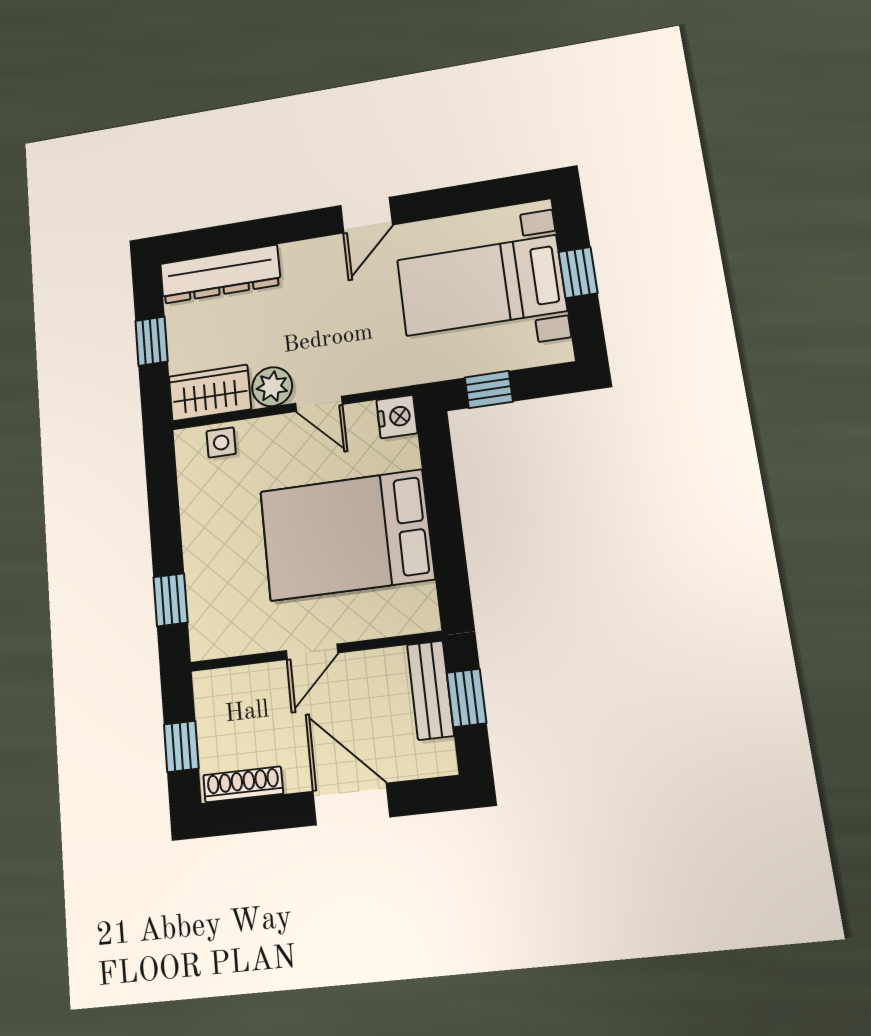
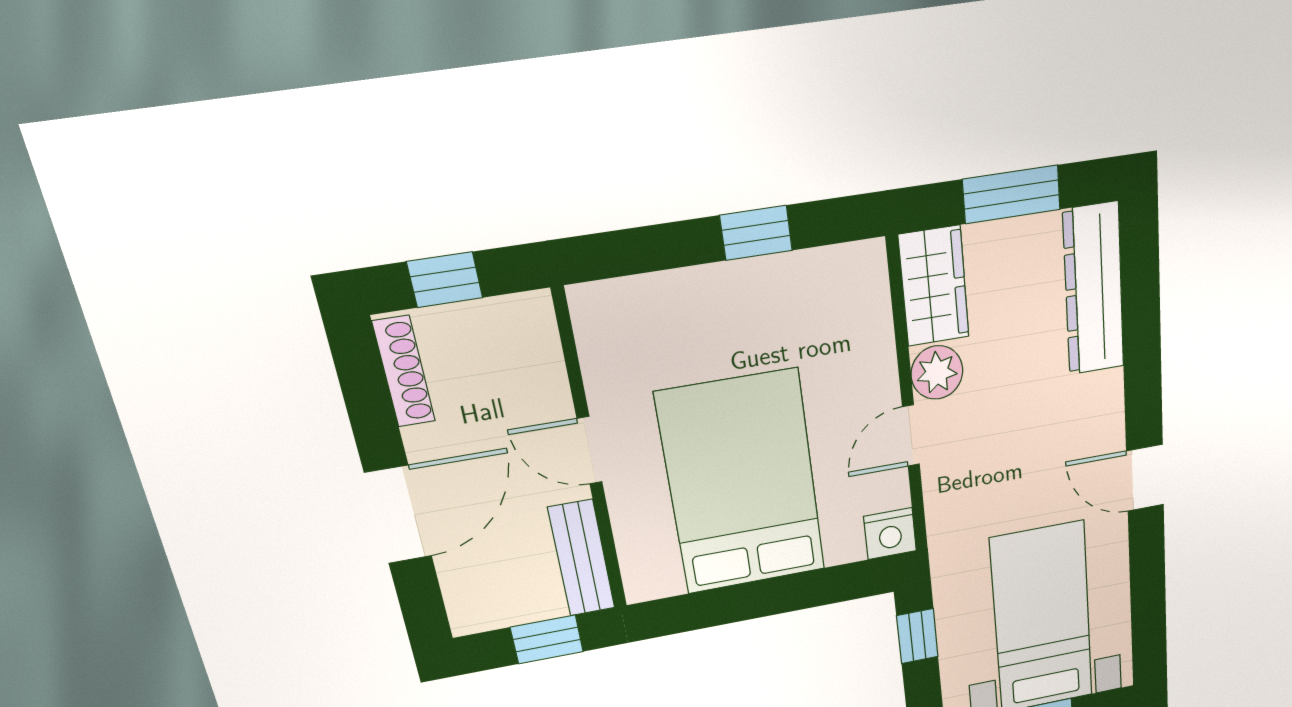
window: (152, 341) -> (1011, 194), width x1.50
side table: (221, 443) -> (866, 307), removed
window: (170, 600) -> (756, 233), moved
bench: (430, 690) -> (582, 558), moved, turned 90

